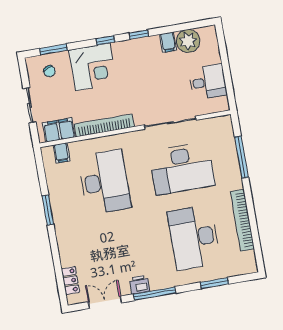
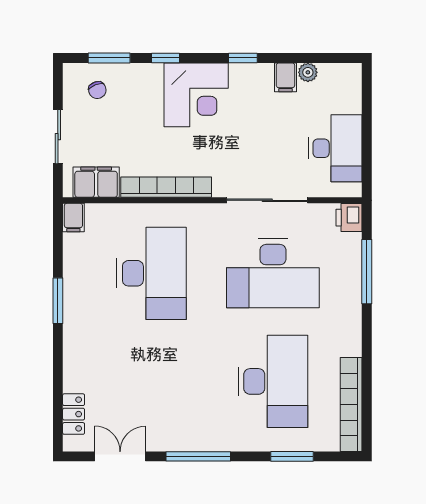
window: (105, 40) -> (166, 58), moved
plant: (188, 41) -> (308, 72), width x0.53, depth x0.53
corner desk: (93, 67) -> (196, 95), moved
desk: (208, 82) -> (335, 148), width x1.37
filing cabinet: (62, 153) -> (73, 218), moved
bookcase: (242, 220) -> (351, 404), moved
desk: (194, 237) -> (273, 381), turned 180
printer: (139, 285) -> (349, 218), moved, turned -90

